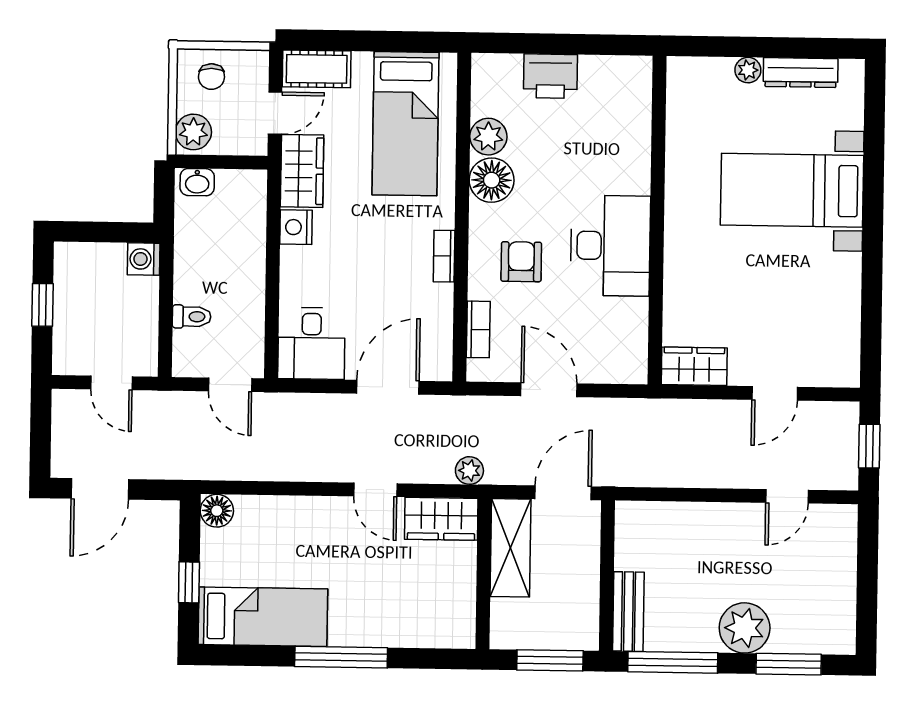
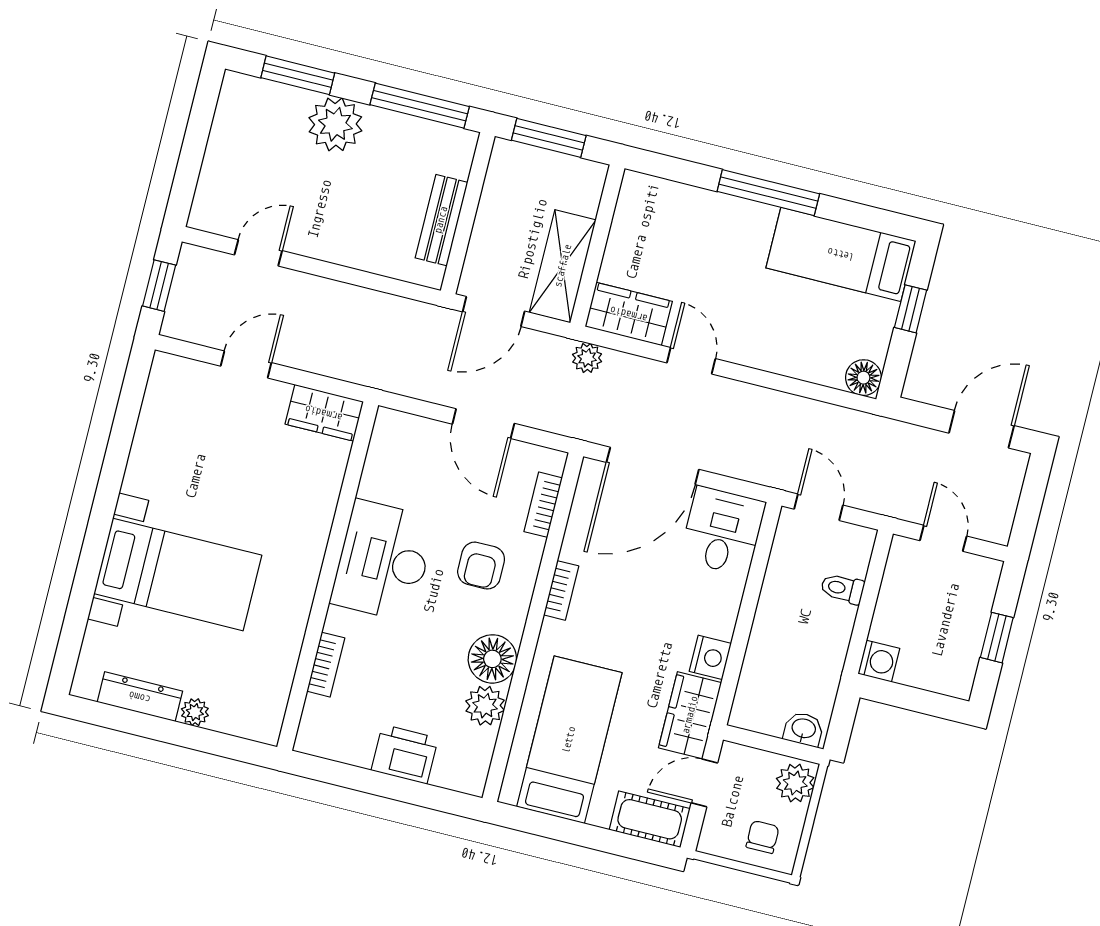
bookcase: (640, 140) -> (326, 665), added
door: (388, 387) -> (653, 466), width x1.36
bench: (628, 612) -> (441, 220), moved

